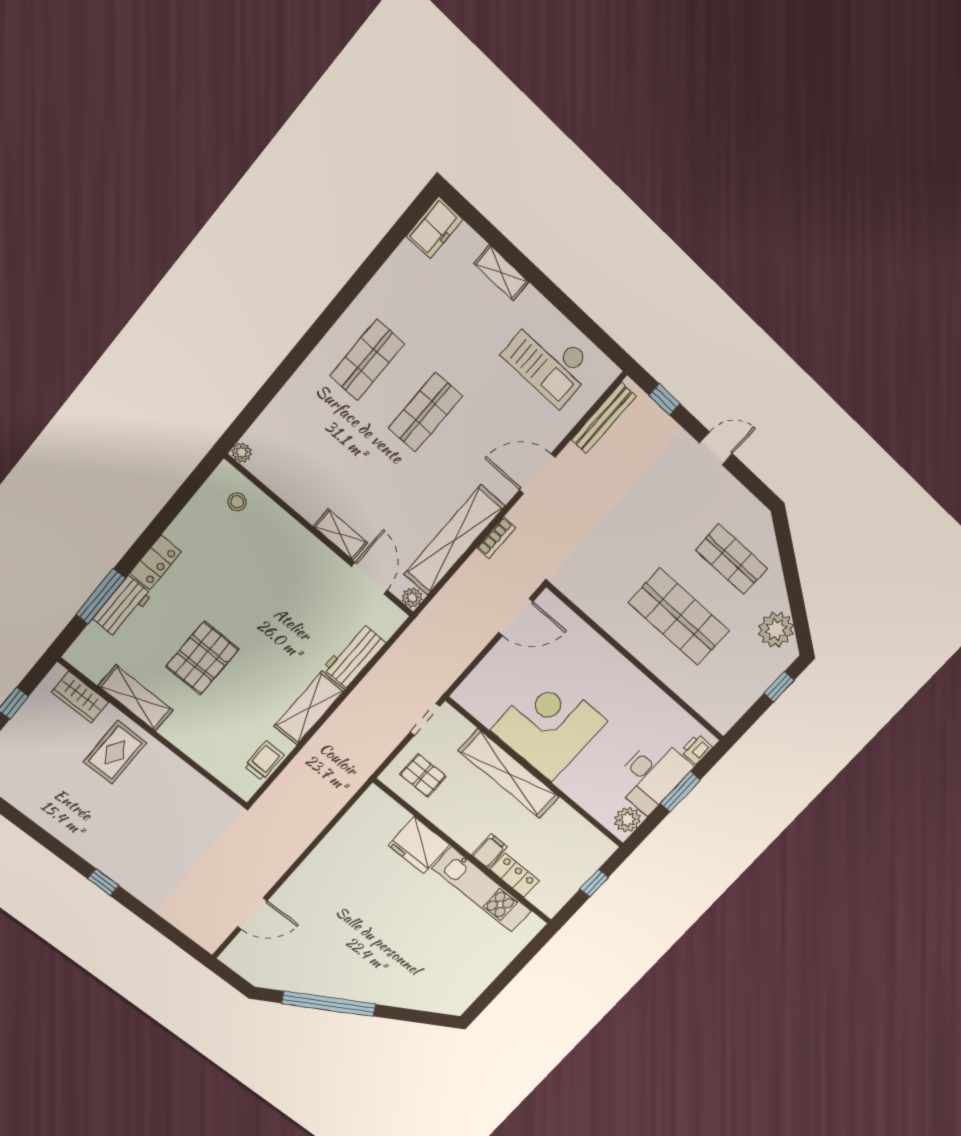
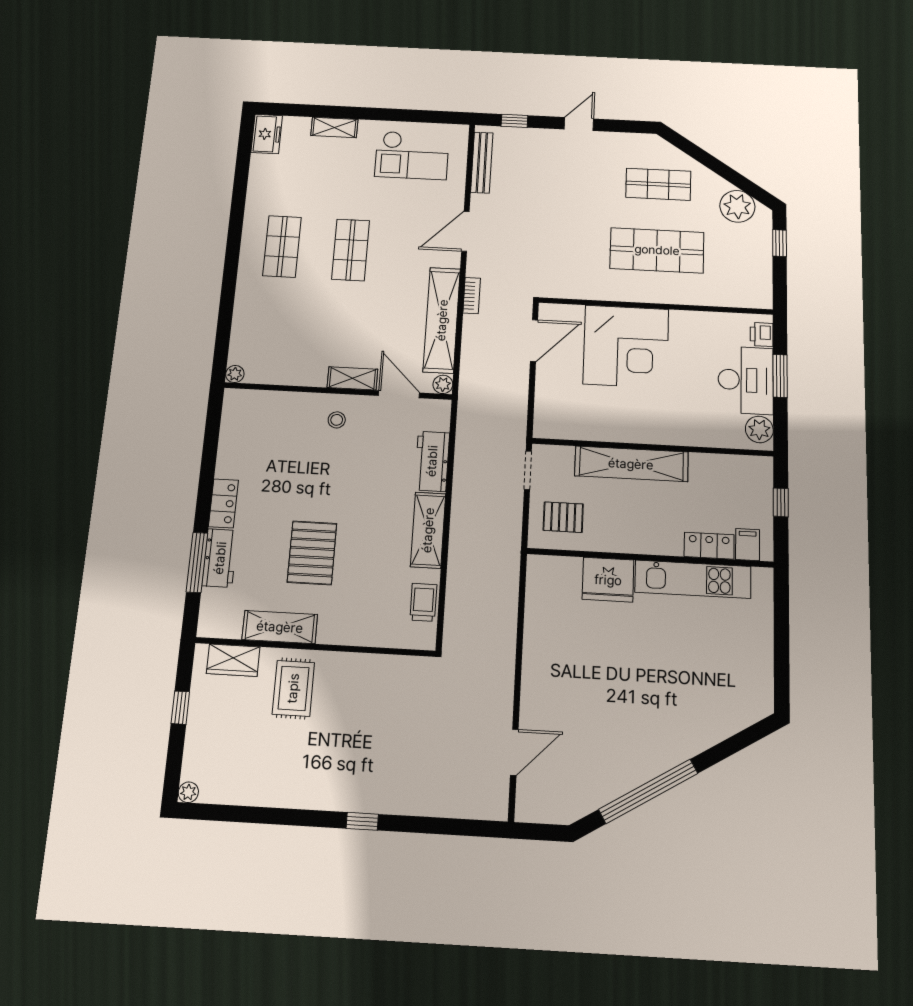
stool: (237, 502) -> (337, 420), moved
corner desk: (549, 726) -> (626, 346), moved, turned 180
filing cabinet: (490, 851) -> (748, 545), moved

